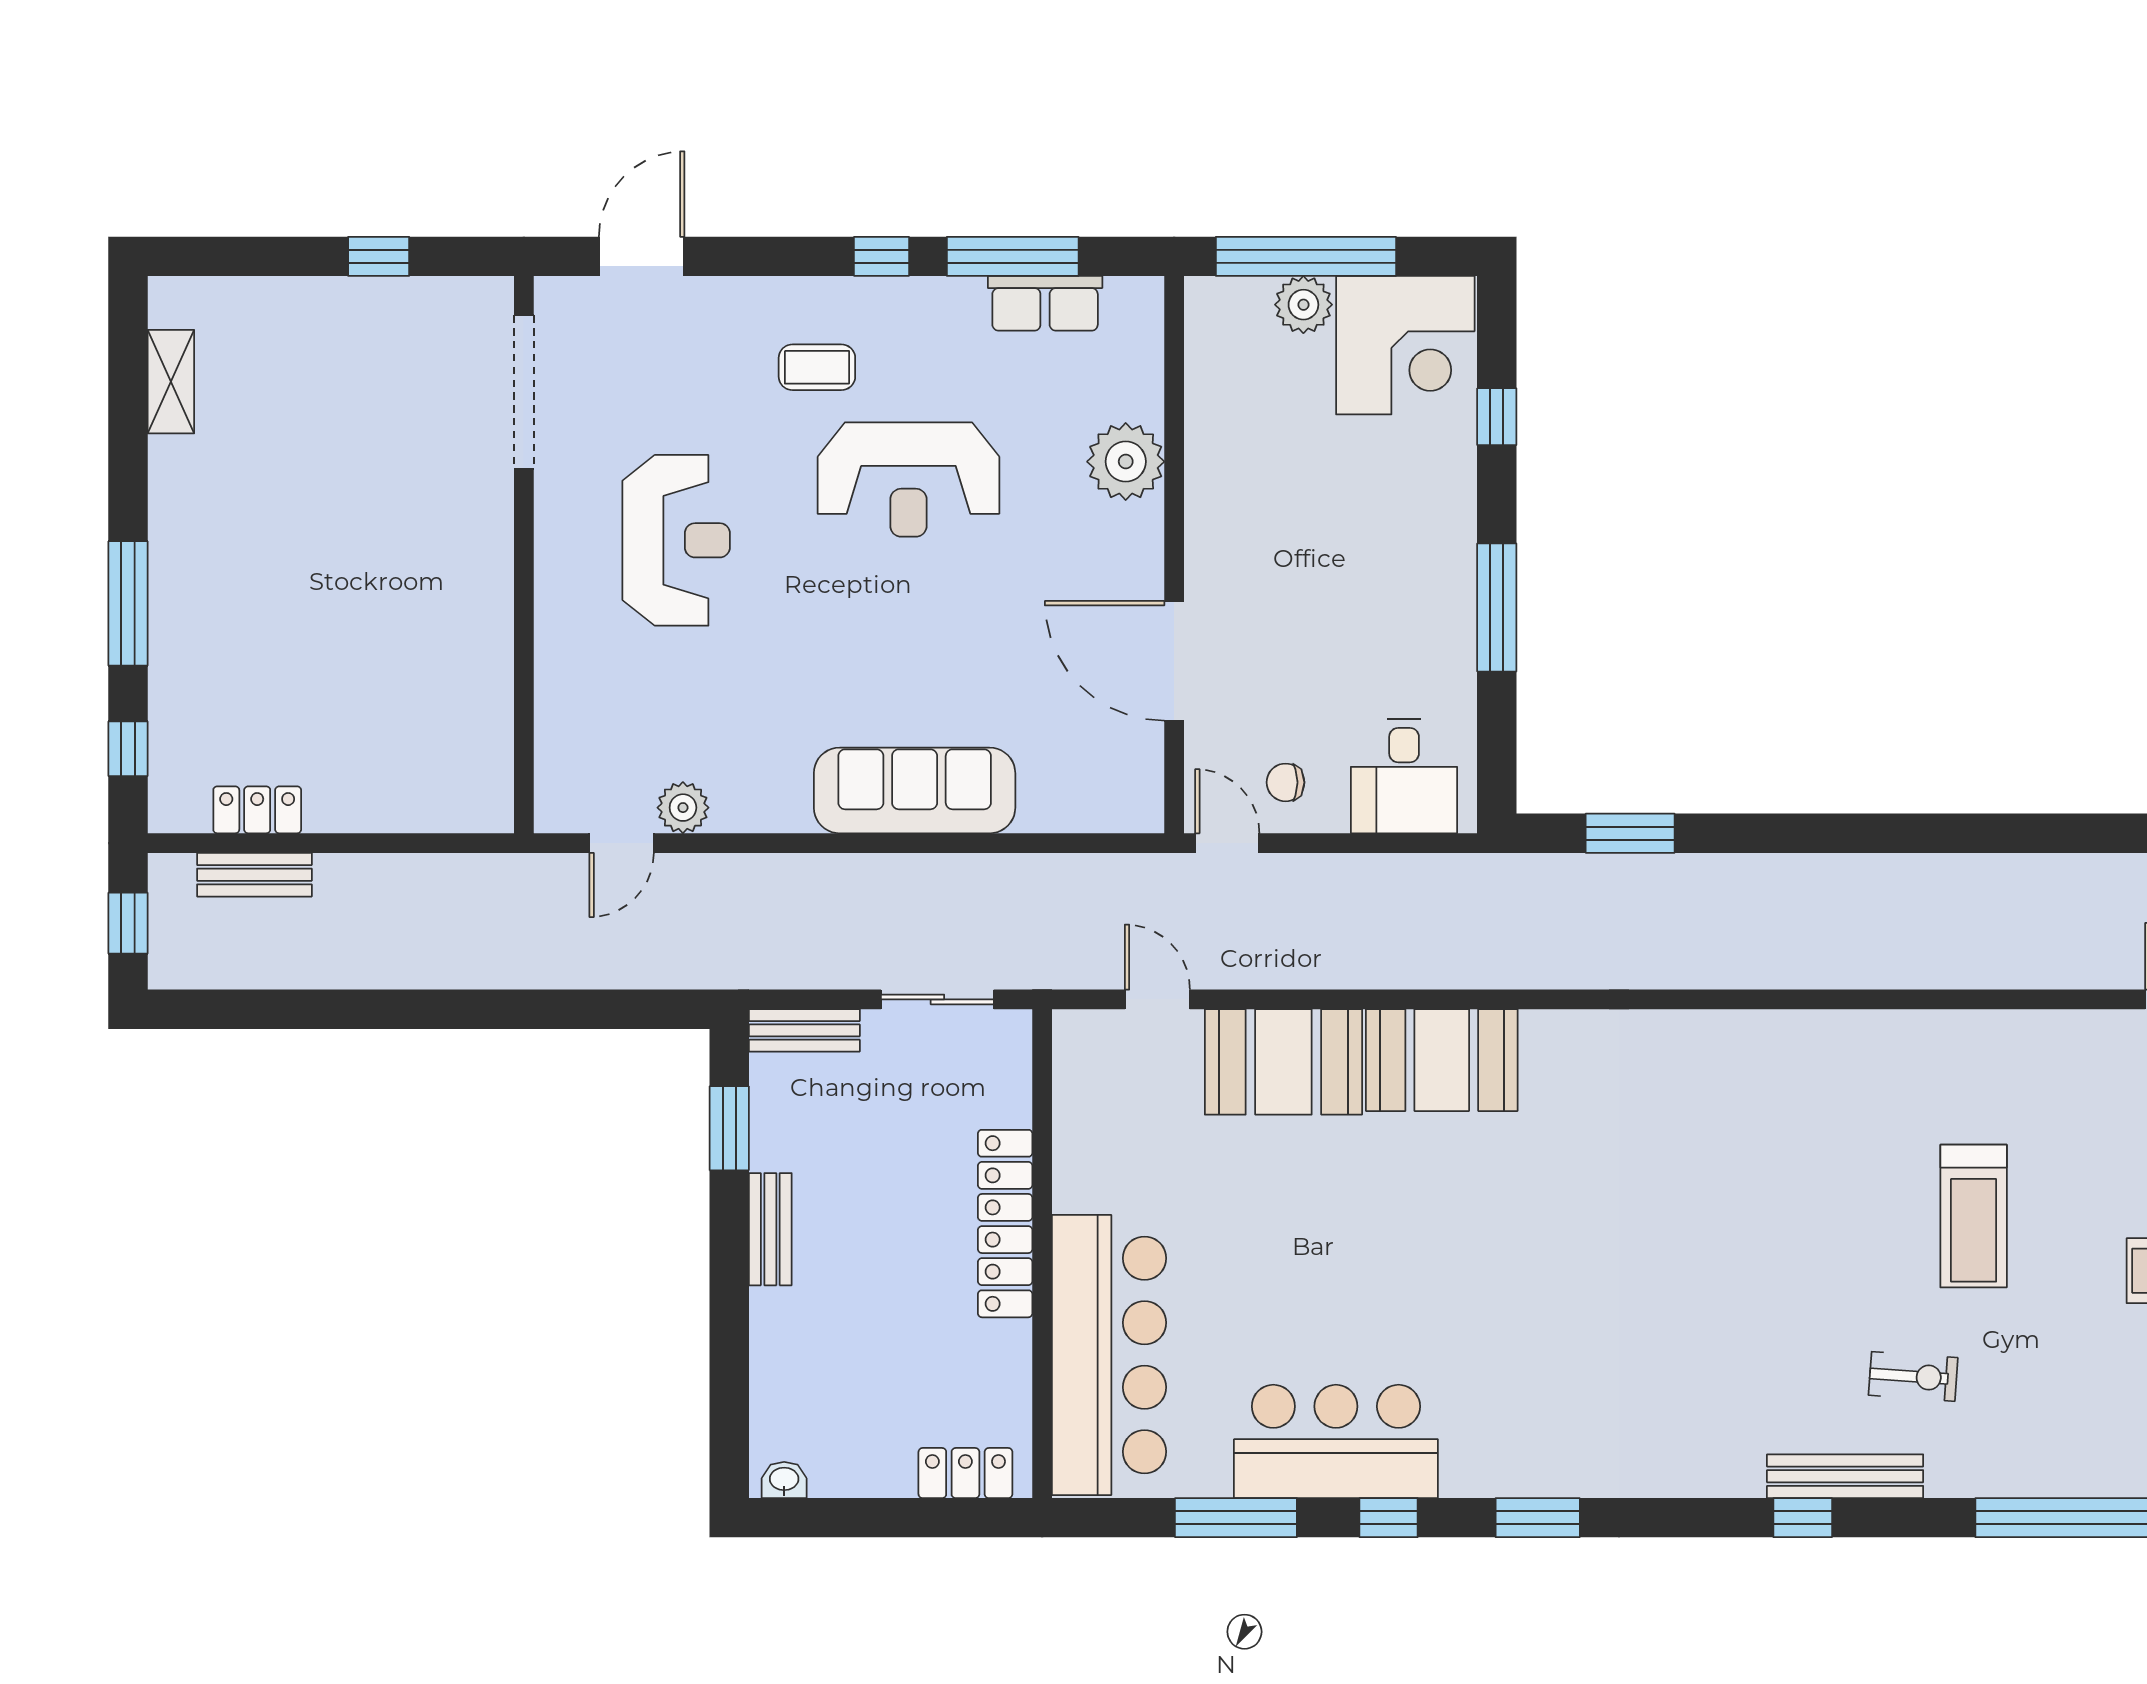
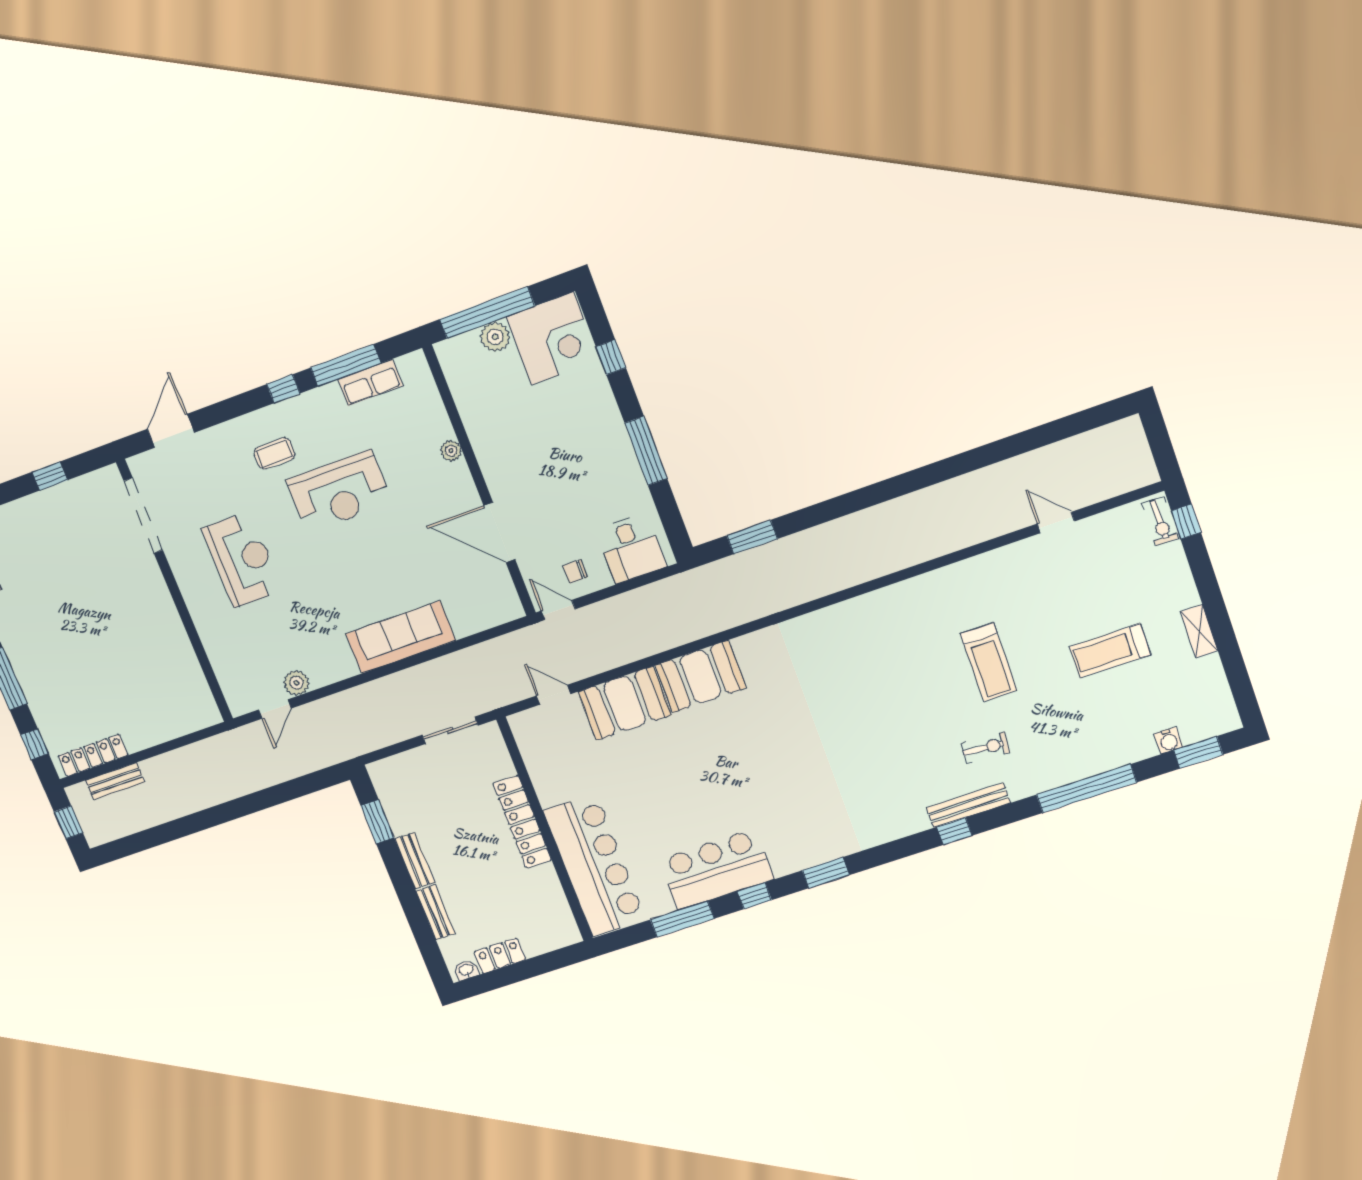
plant: (1126, 462) -> (451, 451), width x0.53, depth x0.53
locker: (257, 810) -> (93, 755), width x1.53
bench: (804, 1030) -> (436, 912), moved, turned 90
locker: (965, 1473) -> (500, 956), moved

